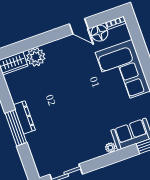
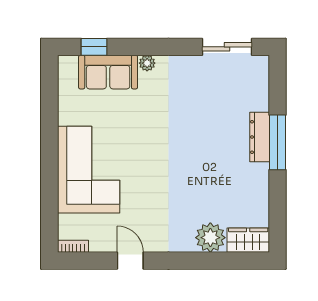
floor lamp: (99, 33) -> (103, 240), removed
dresser: (24, 117) -> (260, 137), moved

